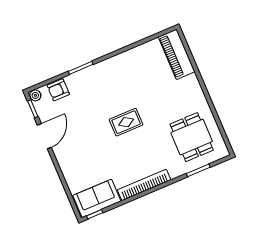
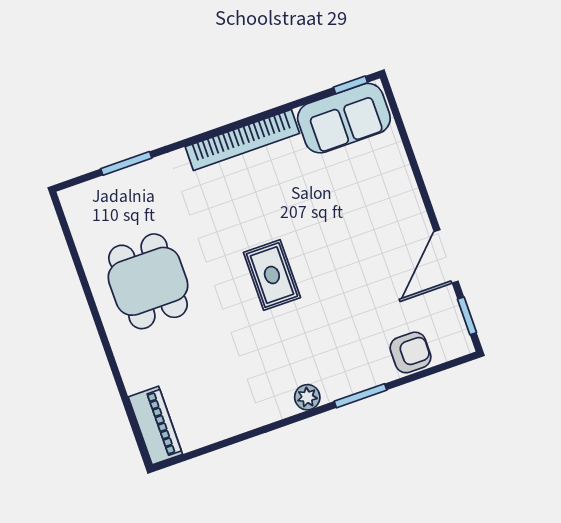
piano: (177, 54) -> (155, 426), width x0.73, depth x0.75
plant: (35, 95) -> (307, 397), moved
rug: (126, 122) -> (272, 275), turned 90
dining table: (192, 137) -> (148, 281), moved

